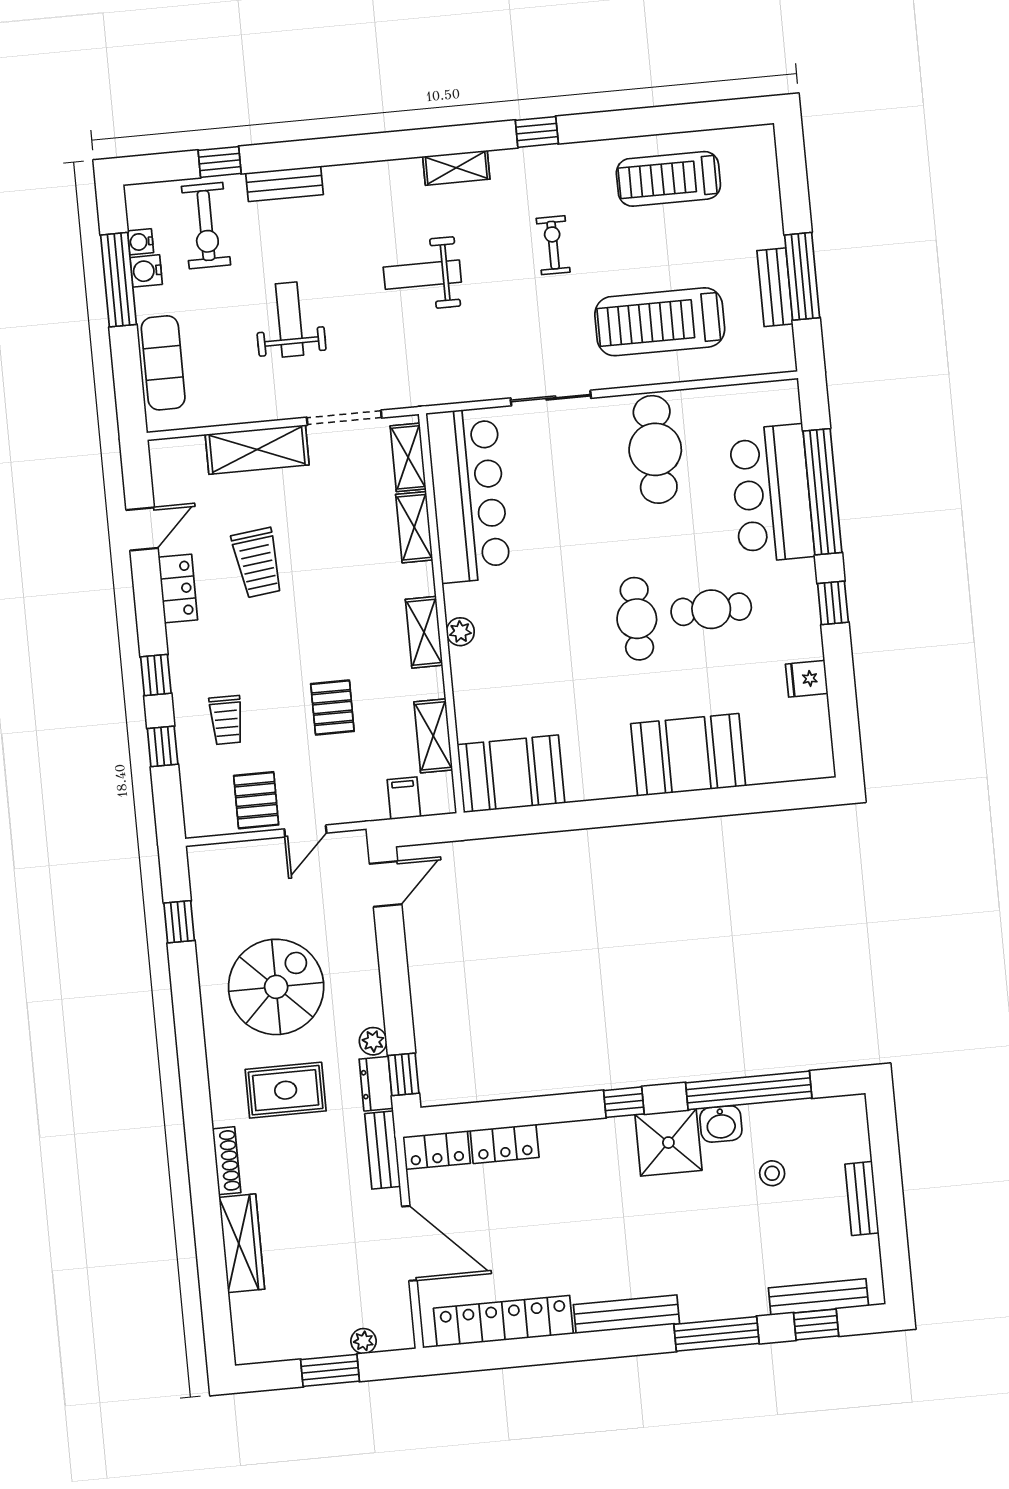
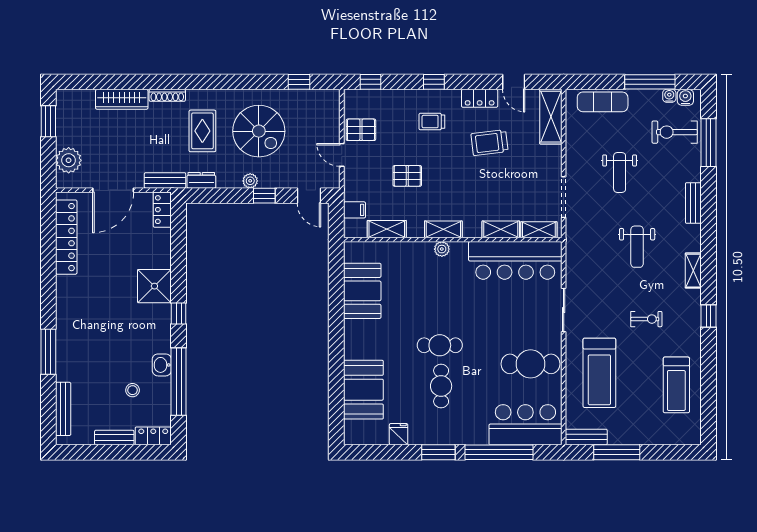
window: (220, 162) -> (708, 143), width x2.17
treadmill: (668, 179) -> (676, 385), turned 180
bench: (284, 184) -> (693, 203), moved
water cooler: (146, 271) -> (685, 97), moved
weight bench: (422, 275) -> (637, 247), turned 180
bench: (775, 287) -> (586, 437), moved
weight bench: (290, 319) -> (620, 172), turned 90
treadmill: (660, 322) -> (599, 373), turned 180
shelving: (257, 449) -> (551, 117), moved
bar counter: (772, 493) -> (525, 425), moved
window: (833, 603) -> (438, 452), width x1.50
trolley: (226, 720) -> (432, 122), moved
window: (163, 746) -> (370, 82), moved
booth: (688, 755) -> (363, 390), moved
booth: (511, 774) -> (362, 291), moved
plant: (373, 1041) -> (250, 181), moved
window: (404, 1074) -> (264, 196), moved
shower: (668, 1143) -> (154, 286), moved
locker: (505, 1144) -> (153, 436), moved, turned 90
bench: (626, 1314) -> (64, 304), removed
window: (816, 1324) -> (48, 406), removed
plant: (363, 1341) -> (69, 160), width x1.87, depth x1.87
window: (330, 1370) -> (48, 121), moved

